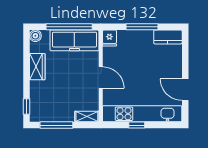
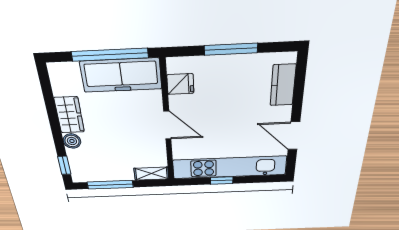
boiler: (35, 36) -> (72, 141), moved
kitchen counter: (168, 37) -> (283, 85), moved, turned 90
fridge: (109, 38) -> (180, 84), moved, turned -90

